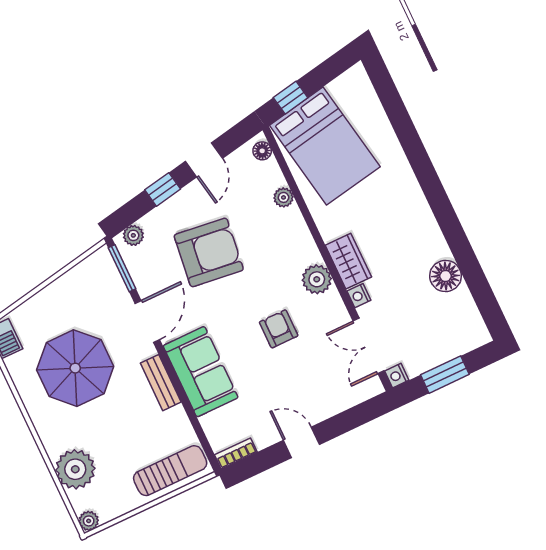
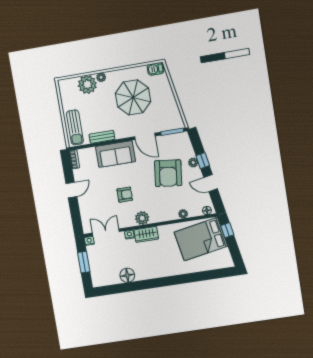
plant: (133, 235) -> (193, 162), moved
bench: (161, 383) -> (102, 137), moved
plant: (89, 521) -> (101, 77), moved

